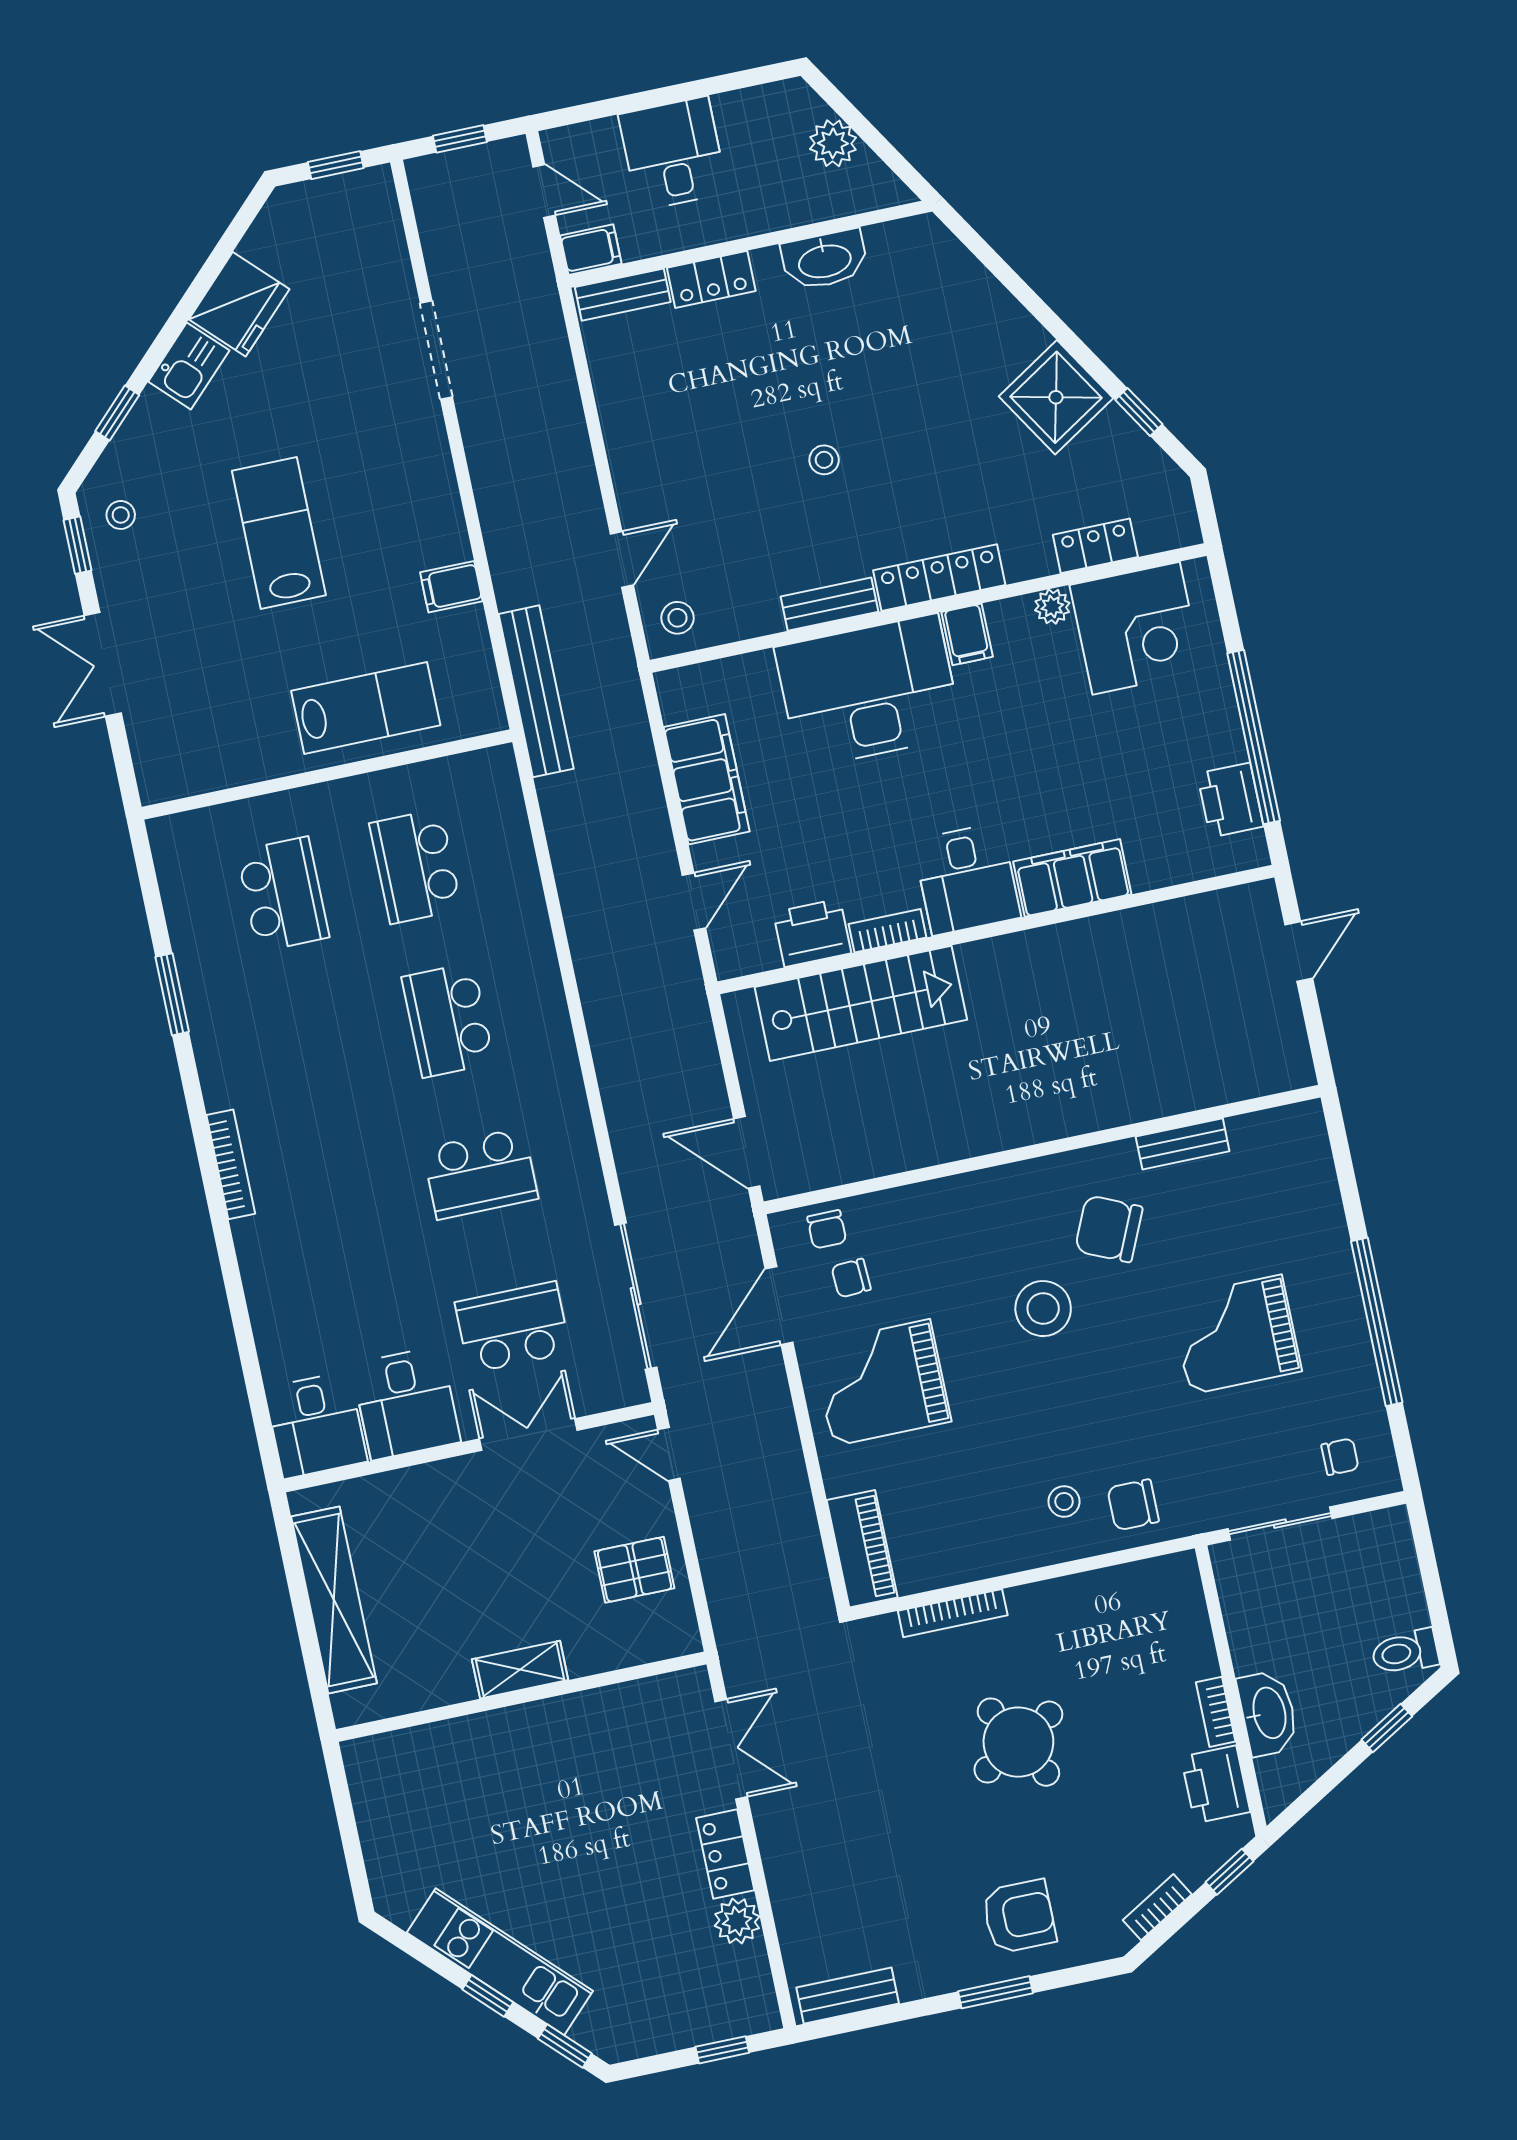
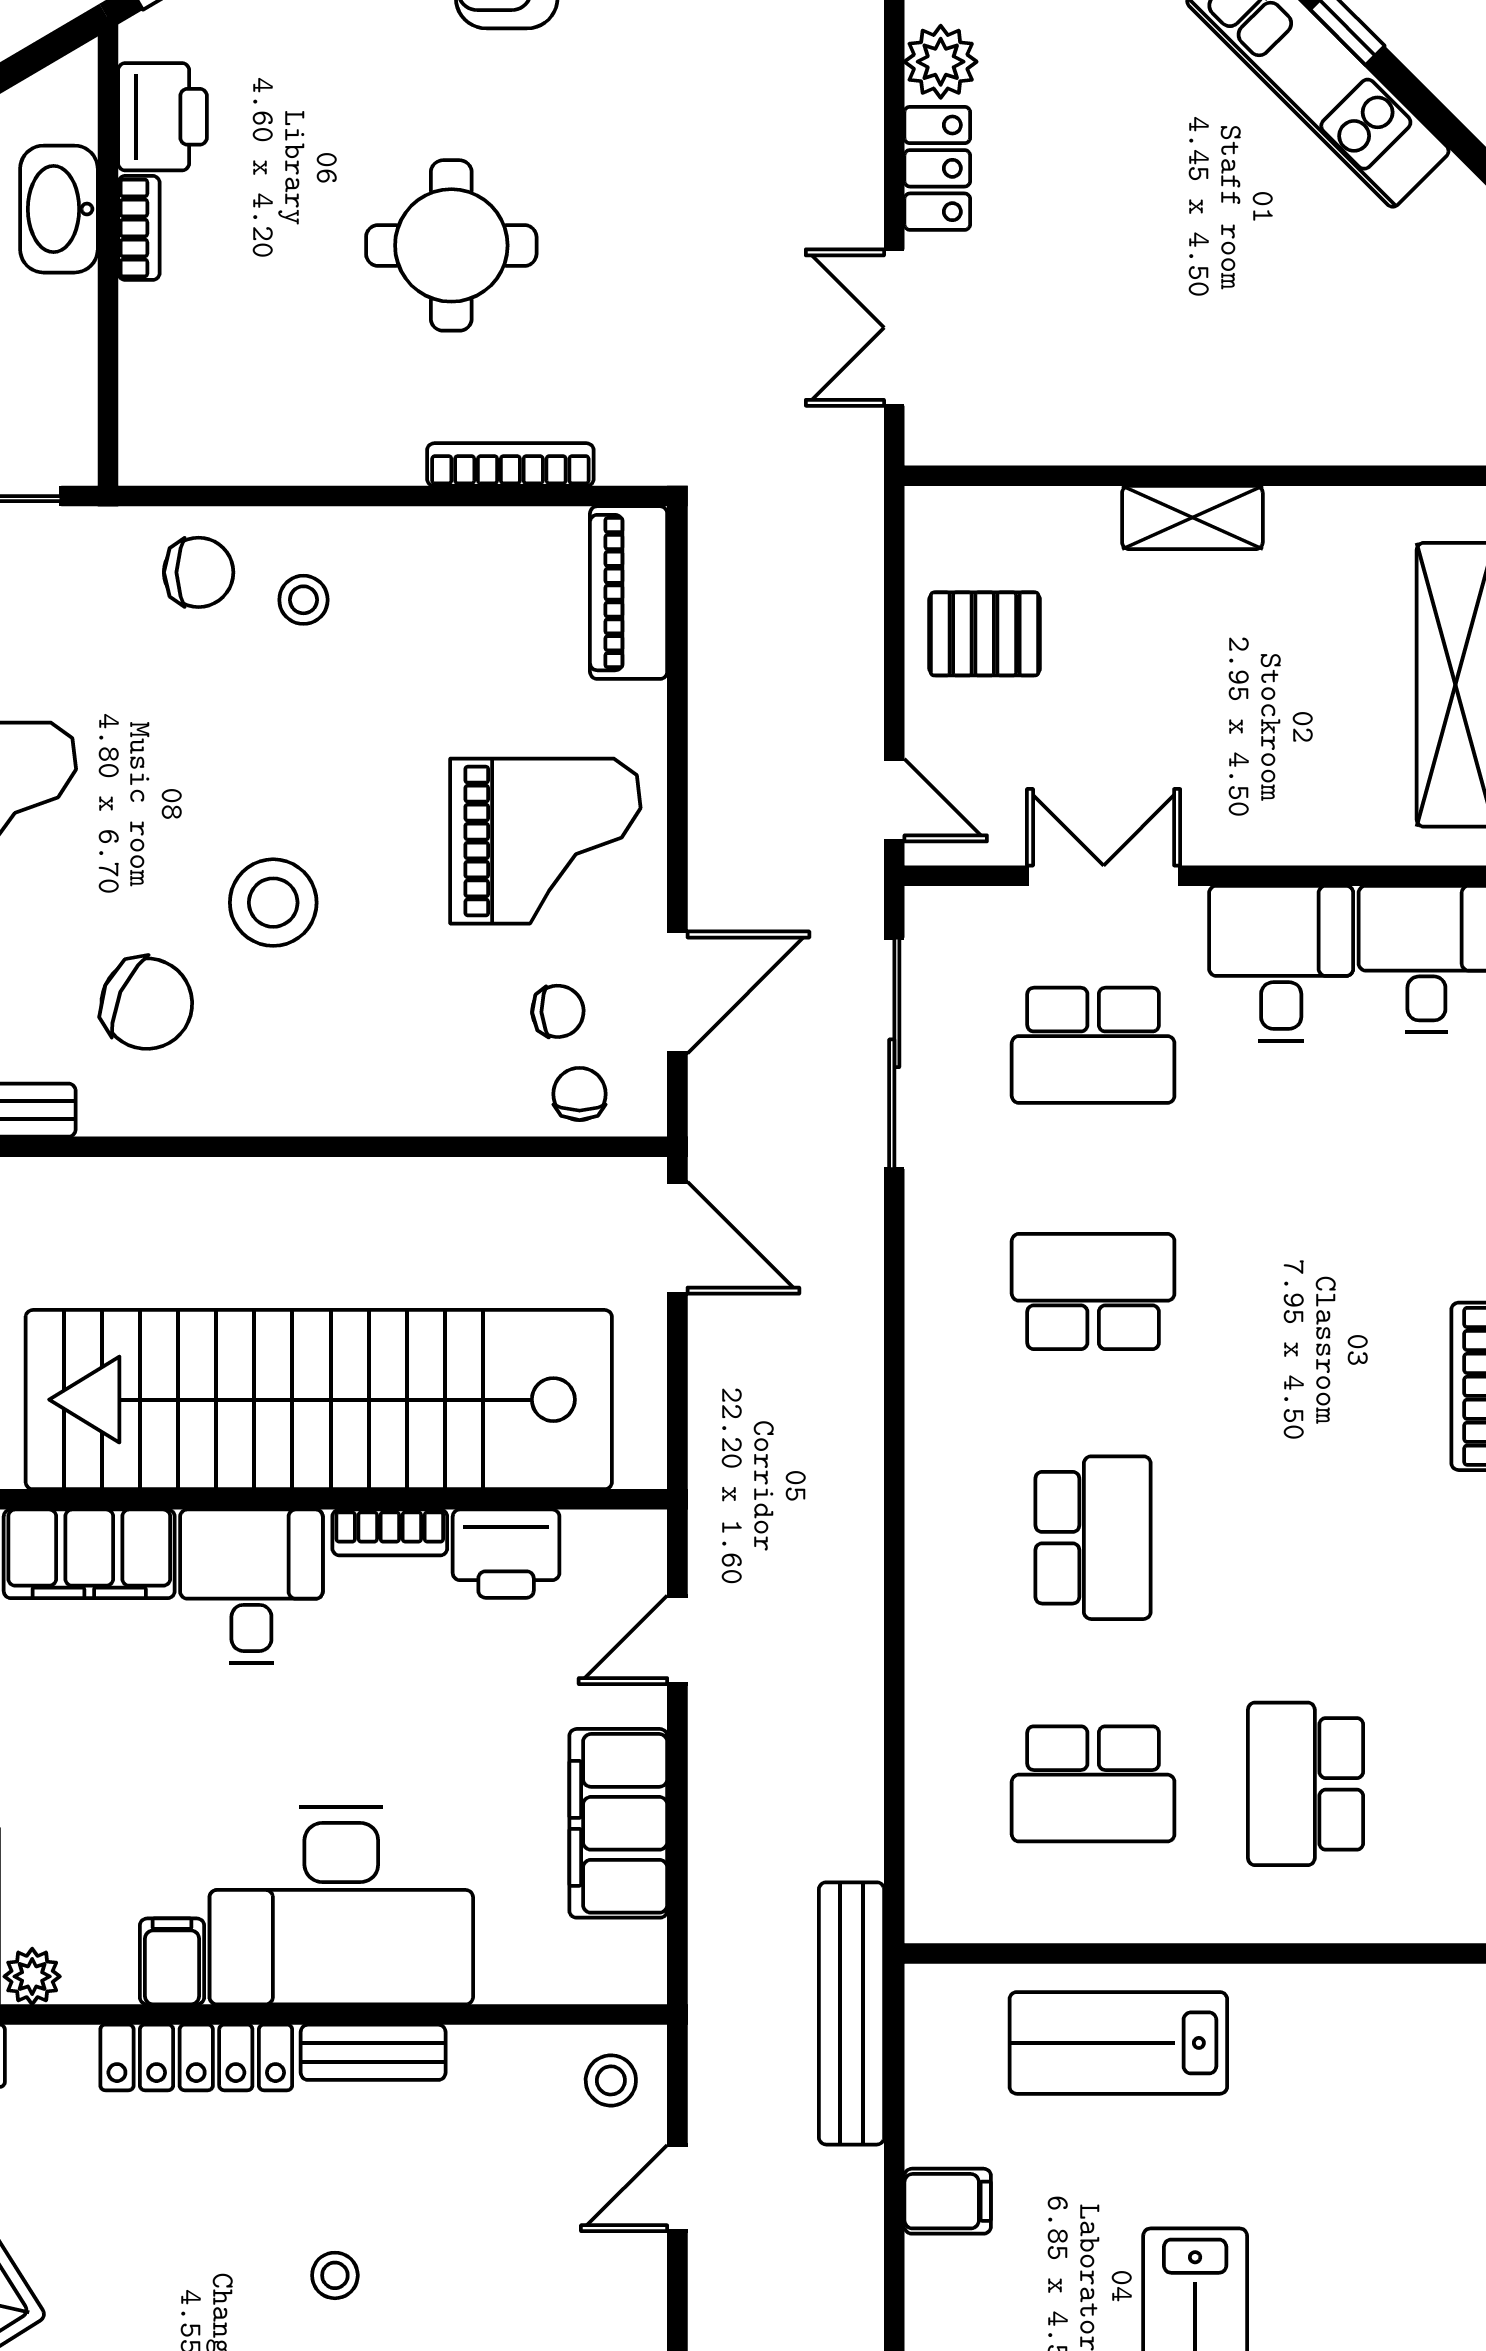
school desk: (416, 866) -> (1093, 1784), turned 90
stairs: (861, 1003) -> (319, 1400), width x1.86, depth x1.51
double door: (528, 1435) -> (1104, 876), swing flipped
round table: (1018, 1742) -> (451, 245), turned 30

